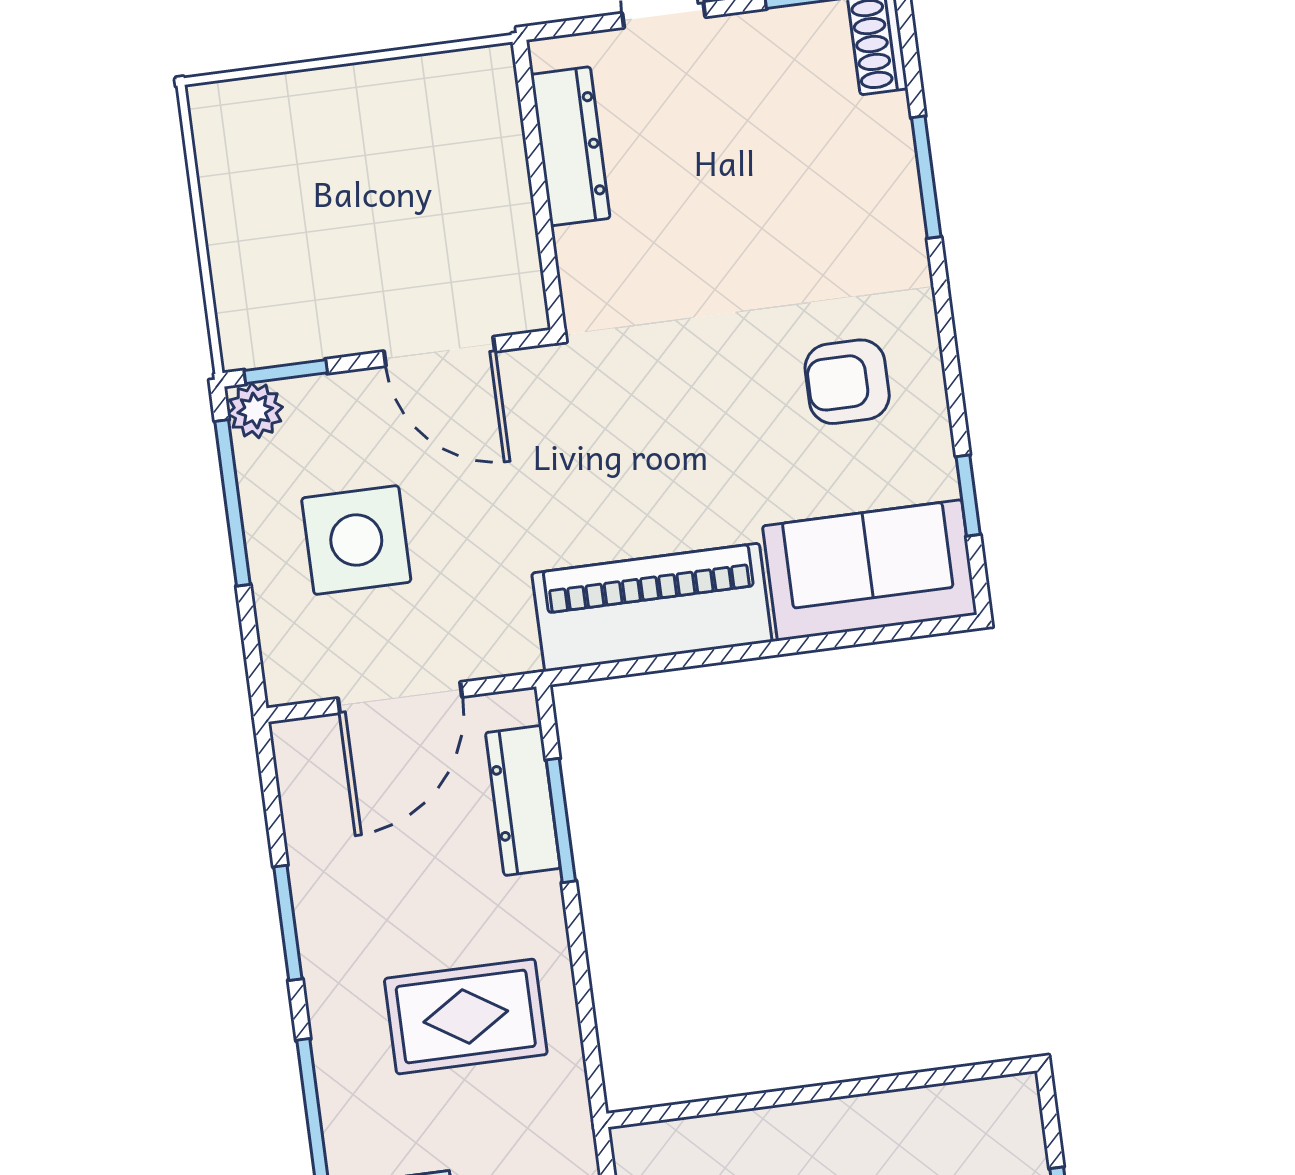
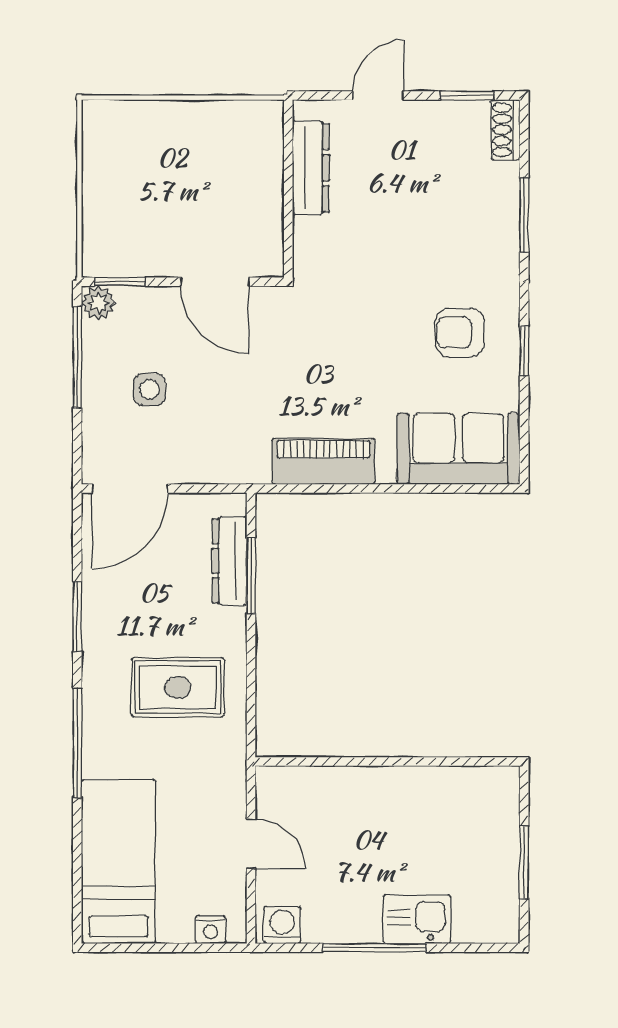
window: (968, 496) -> (524, 351), moved
side table: (356, 540) -> (149, 389), width x0.54, depth x0.54
piano: (652, 607) -> (323, 461), width x0.73, depth x0.75
door: (400, 698) -> (130, 489), moved

